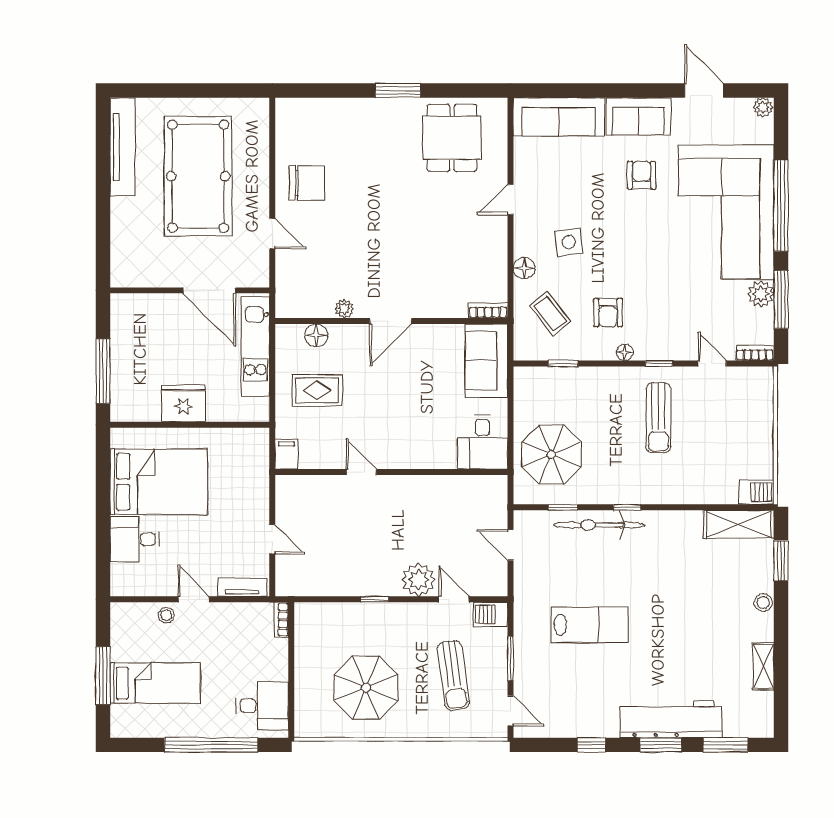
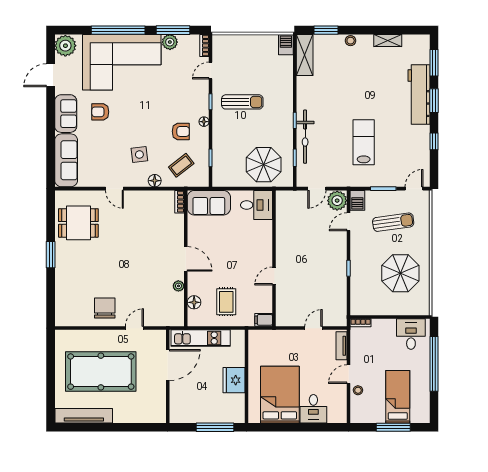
plant: (763, 107) -> (65, 46), width x1.87, depth x1.87
plant: (419, 580) -> (337, 201), moved

